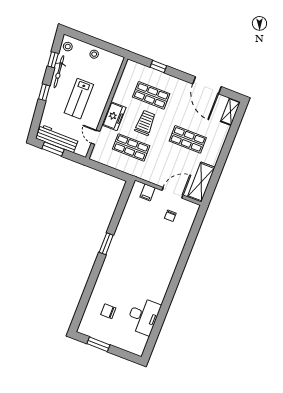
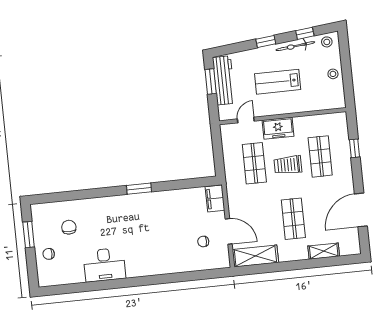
shelving: (230, 112) -> (324, 251), moved
trolley: (145, 123) -> (288, 165), turned 180
filing cabinet: (148, 192) -> (215, 198), width x2.00
desk: (143, 316) -> (104, 265), moved
chair: (121, 337) -> (49, 254), added

